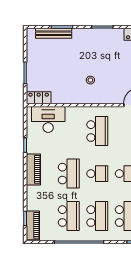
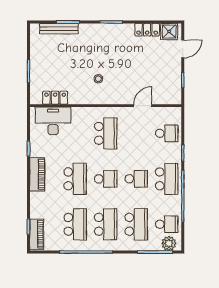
locker: (39, 98) -> (55, 98), moved

